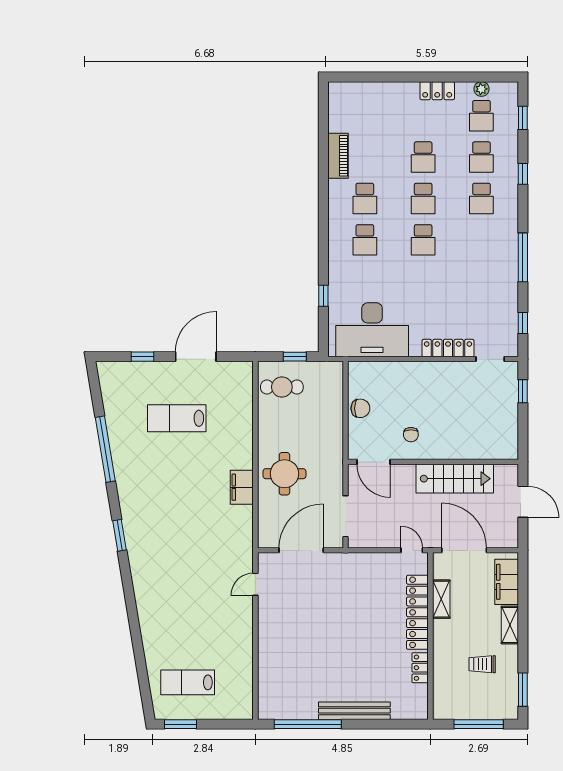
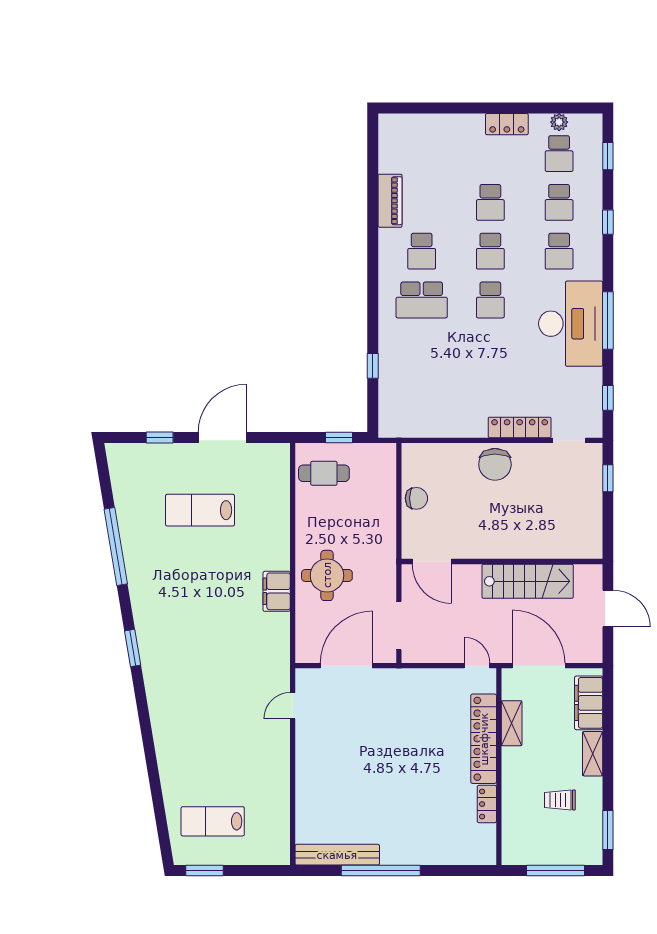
school desk: (365, 240) -> (422, 300), width x1.85
desk: (372, 330) -> (571, 324), moved, turned -90
chair: (411, 435) -> (495, 464), moved, width x1.87, depth x1.87
bench: (354, 711) -> (337, 855), moved
window: (308, 724) -> (381, 870), moved

